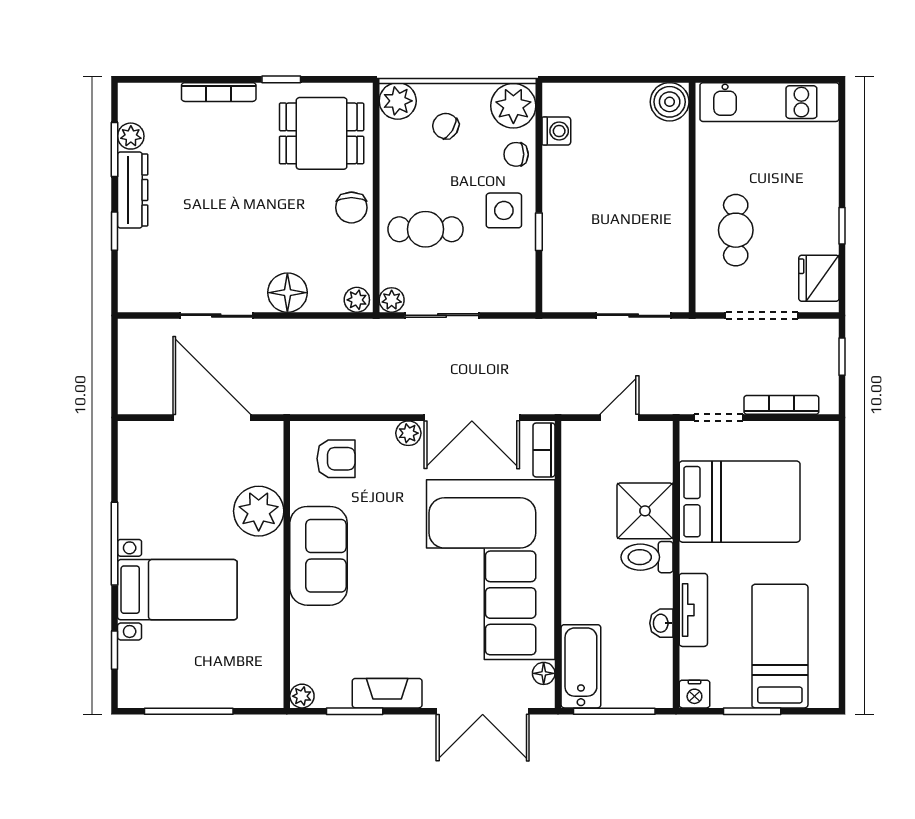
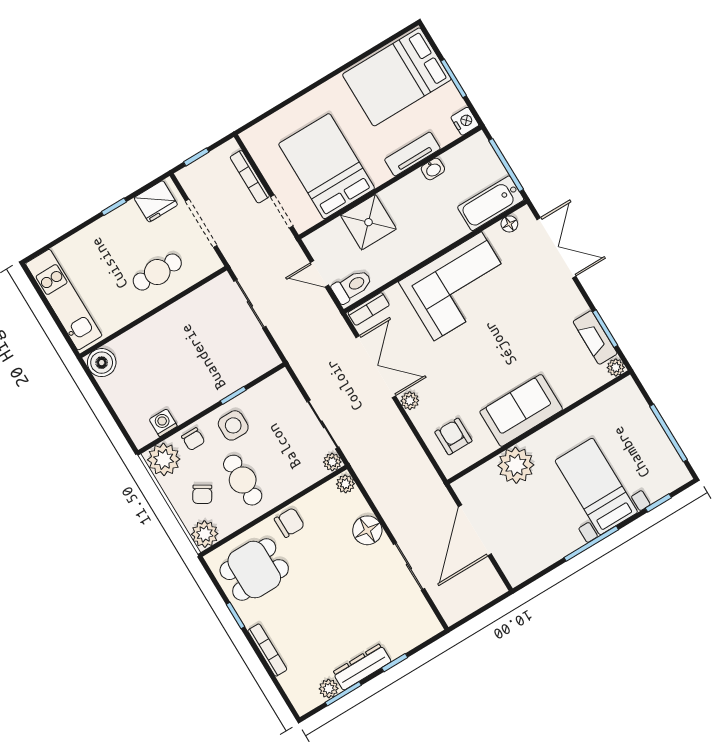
dining table: (322, 133) -> (254, 570), turned 90
cafe table: (426, 229) -> (243, 480), moved
toilet: (647, 557) -> (352, 286), moved, turned -90
corner sofa: (491, 570) -> (458, 286), width x0.73, depth x0.74
bed: (780, 646) -> (397, 77), width x1.50
fireplace: (387, 693) -> (595, 338), moved

